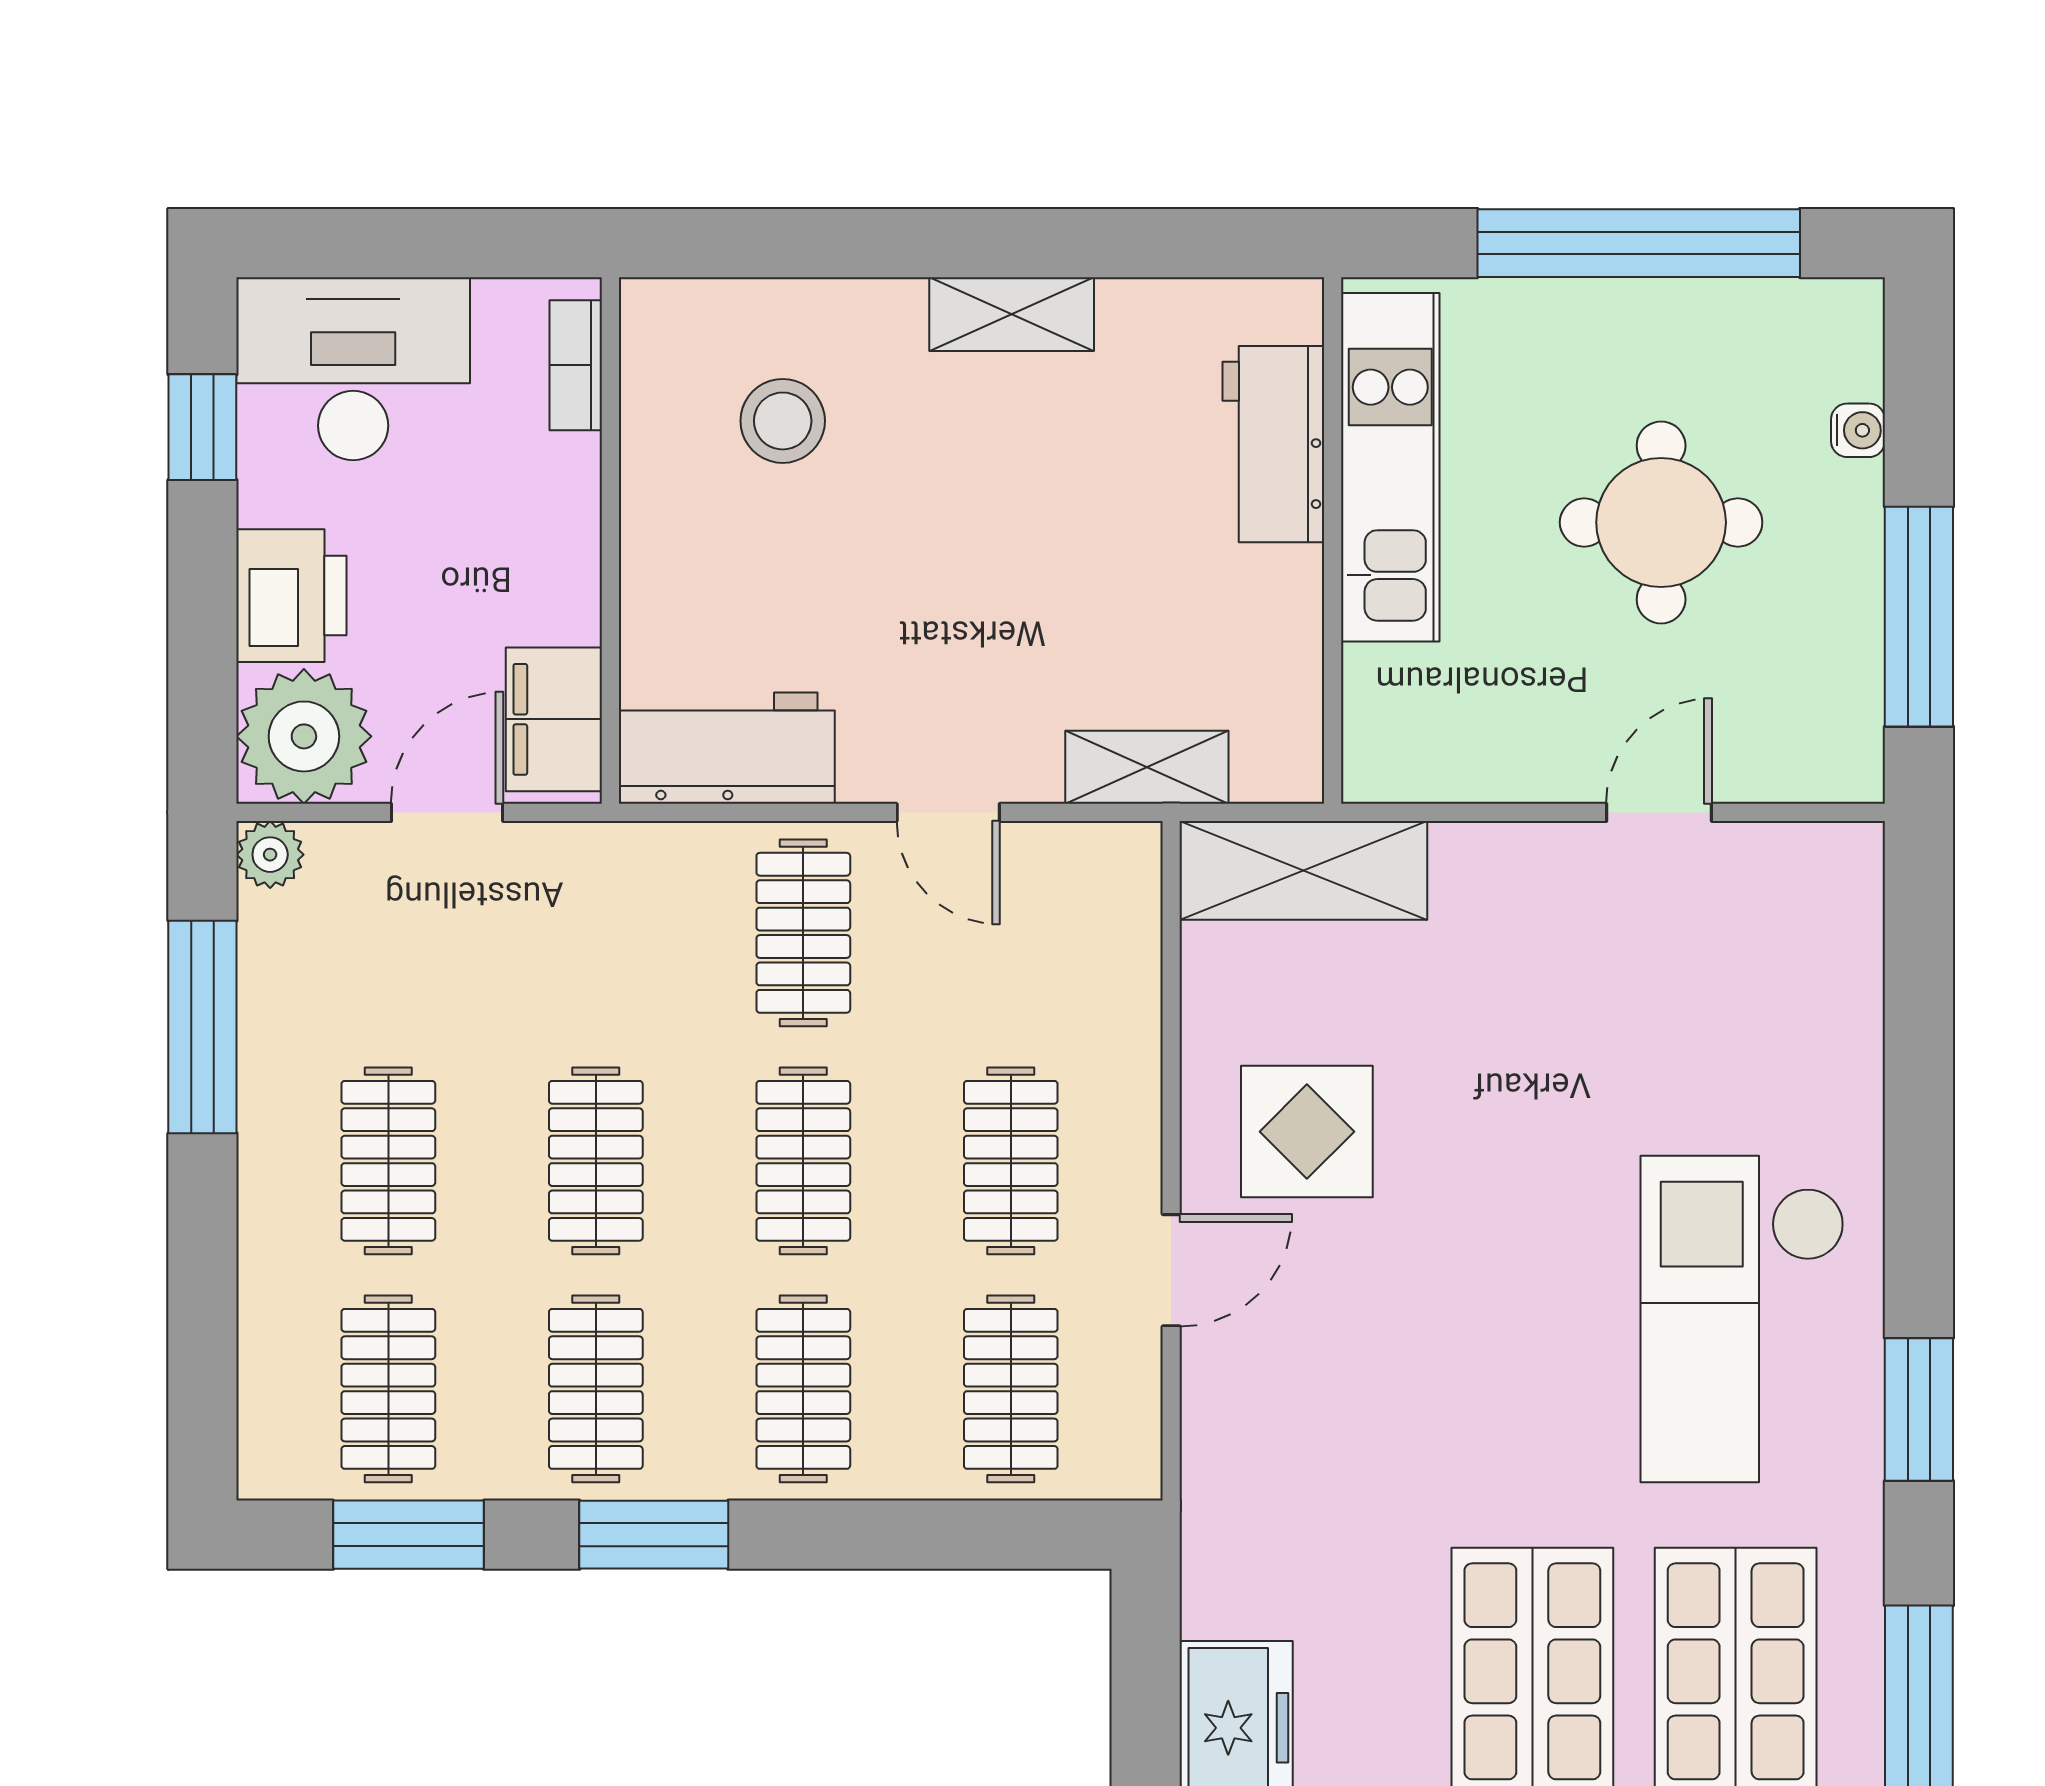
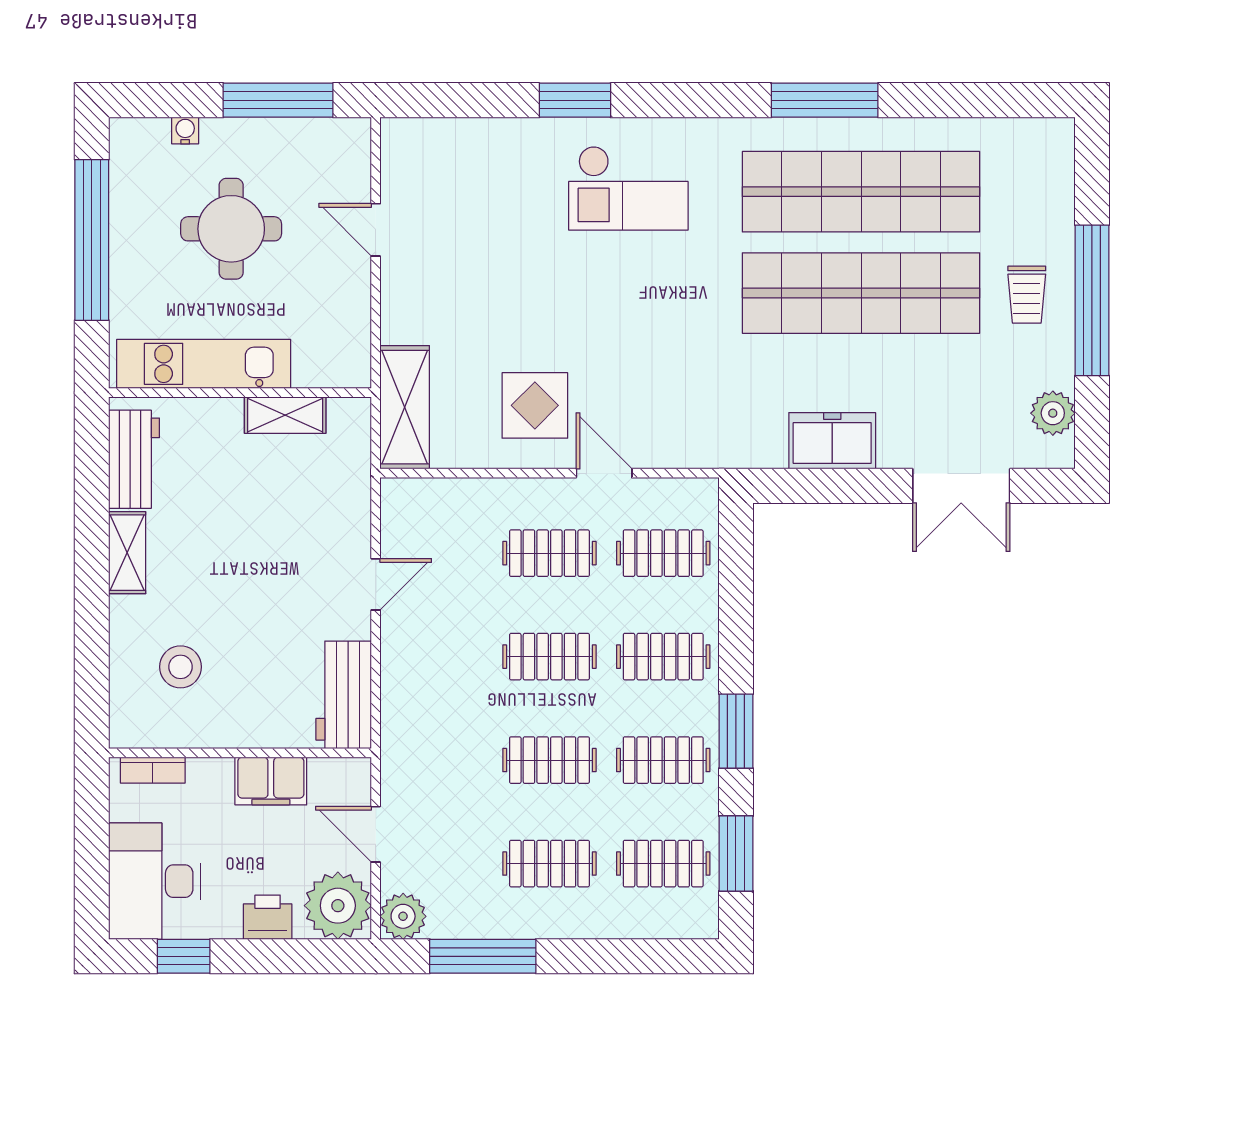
workbench: (1273, 444) -> (134, 459), moved, turned -90
printer: (291, 596) -> (268, 917), width x0.73, depth x0.81
filing cabinet: (554, 719) -> (271, 781), moved
shelving: (1147, 767) -> (285, 415), moved, turned 90
plant: (270, 855) -> (403, 916), width x1.38, depth x1.38
clothes rail: (803, 933) -> (436, 657), removed
checkout: (1743, 1319) -> (628, 188), width x0.73, depth x0.83
window: (1919, 1409) -> (575, 100), moved

